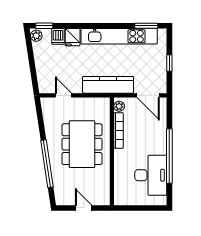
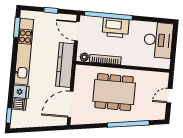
plant: (36, 36) -> (17, 123), removed
door: (63, 95) -> (70, 104), width x1.87
door: (148, 95) -> (77, 31), swing flipped
printer: (156, 139) -> (116, 28), added
window: (169, 156) -> (108, 16), moved
desk: (151, 175) -> (158, 40), moved, turned 90

